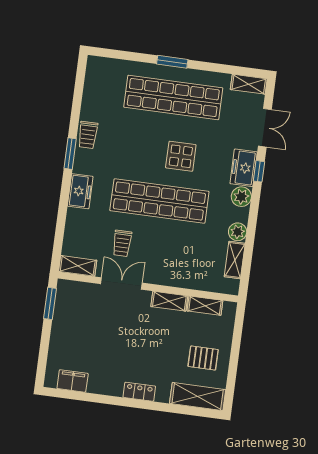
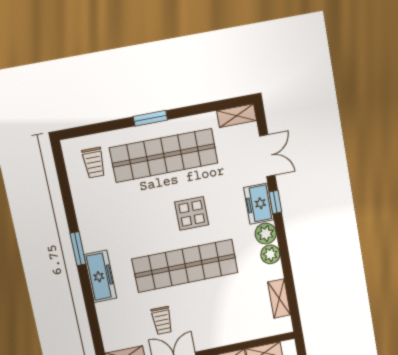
trolley: (88, 135) -> (94, 163), moved
freezer: (80, 191) -> (100, 276), width x1.40
plant: (238, 232) -> (270, 254), moved

